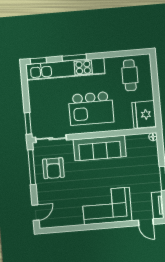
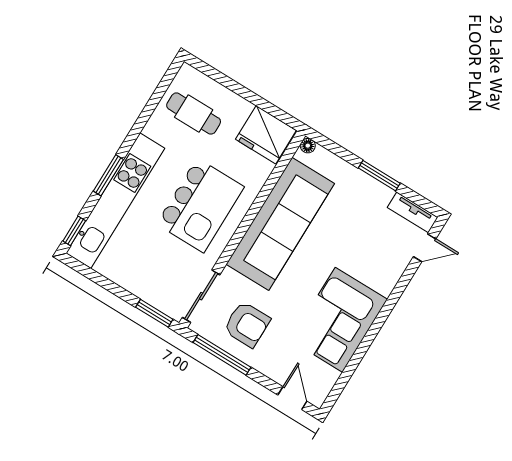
sofa: (100, 148) -> (280, 224), width x1.36, depth x1.27
corner sofa: (107, 206) -> (339, 320), moved

